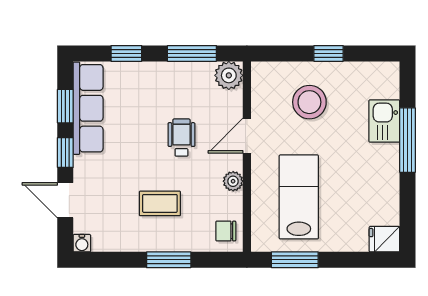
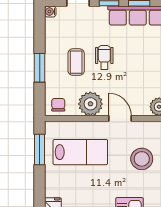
wheelchair: (181, 138) -> (104, 57), moved, turned -90
plant: (233, 181) -> (90, 104), width x1.87, depth x1.87

